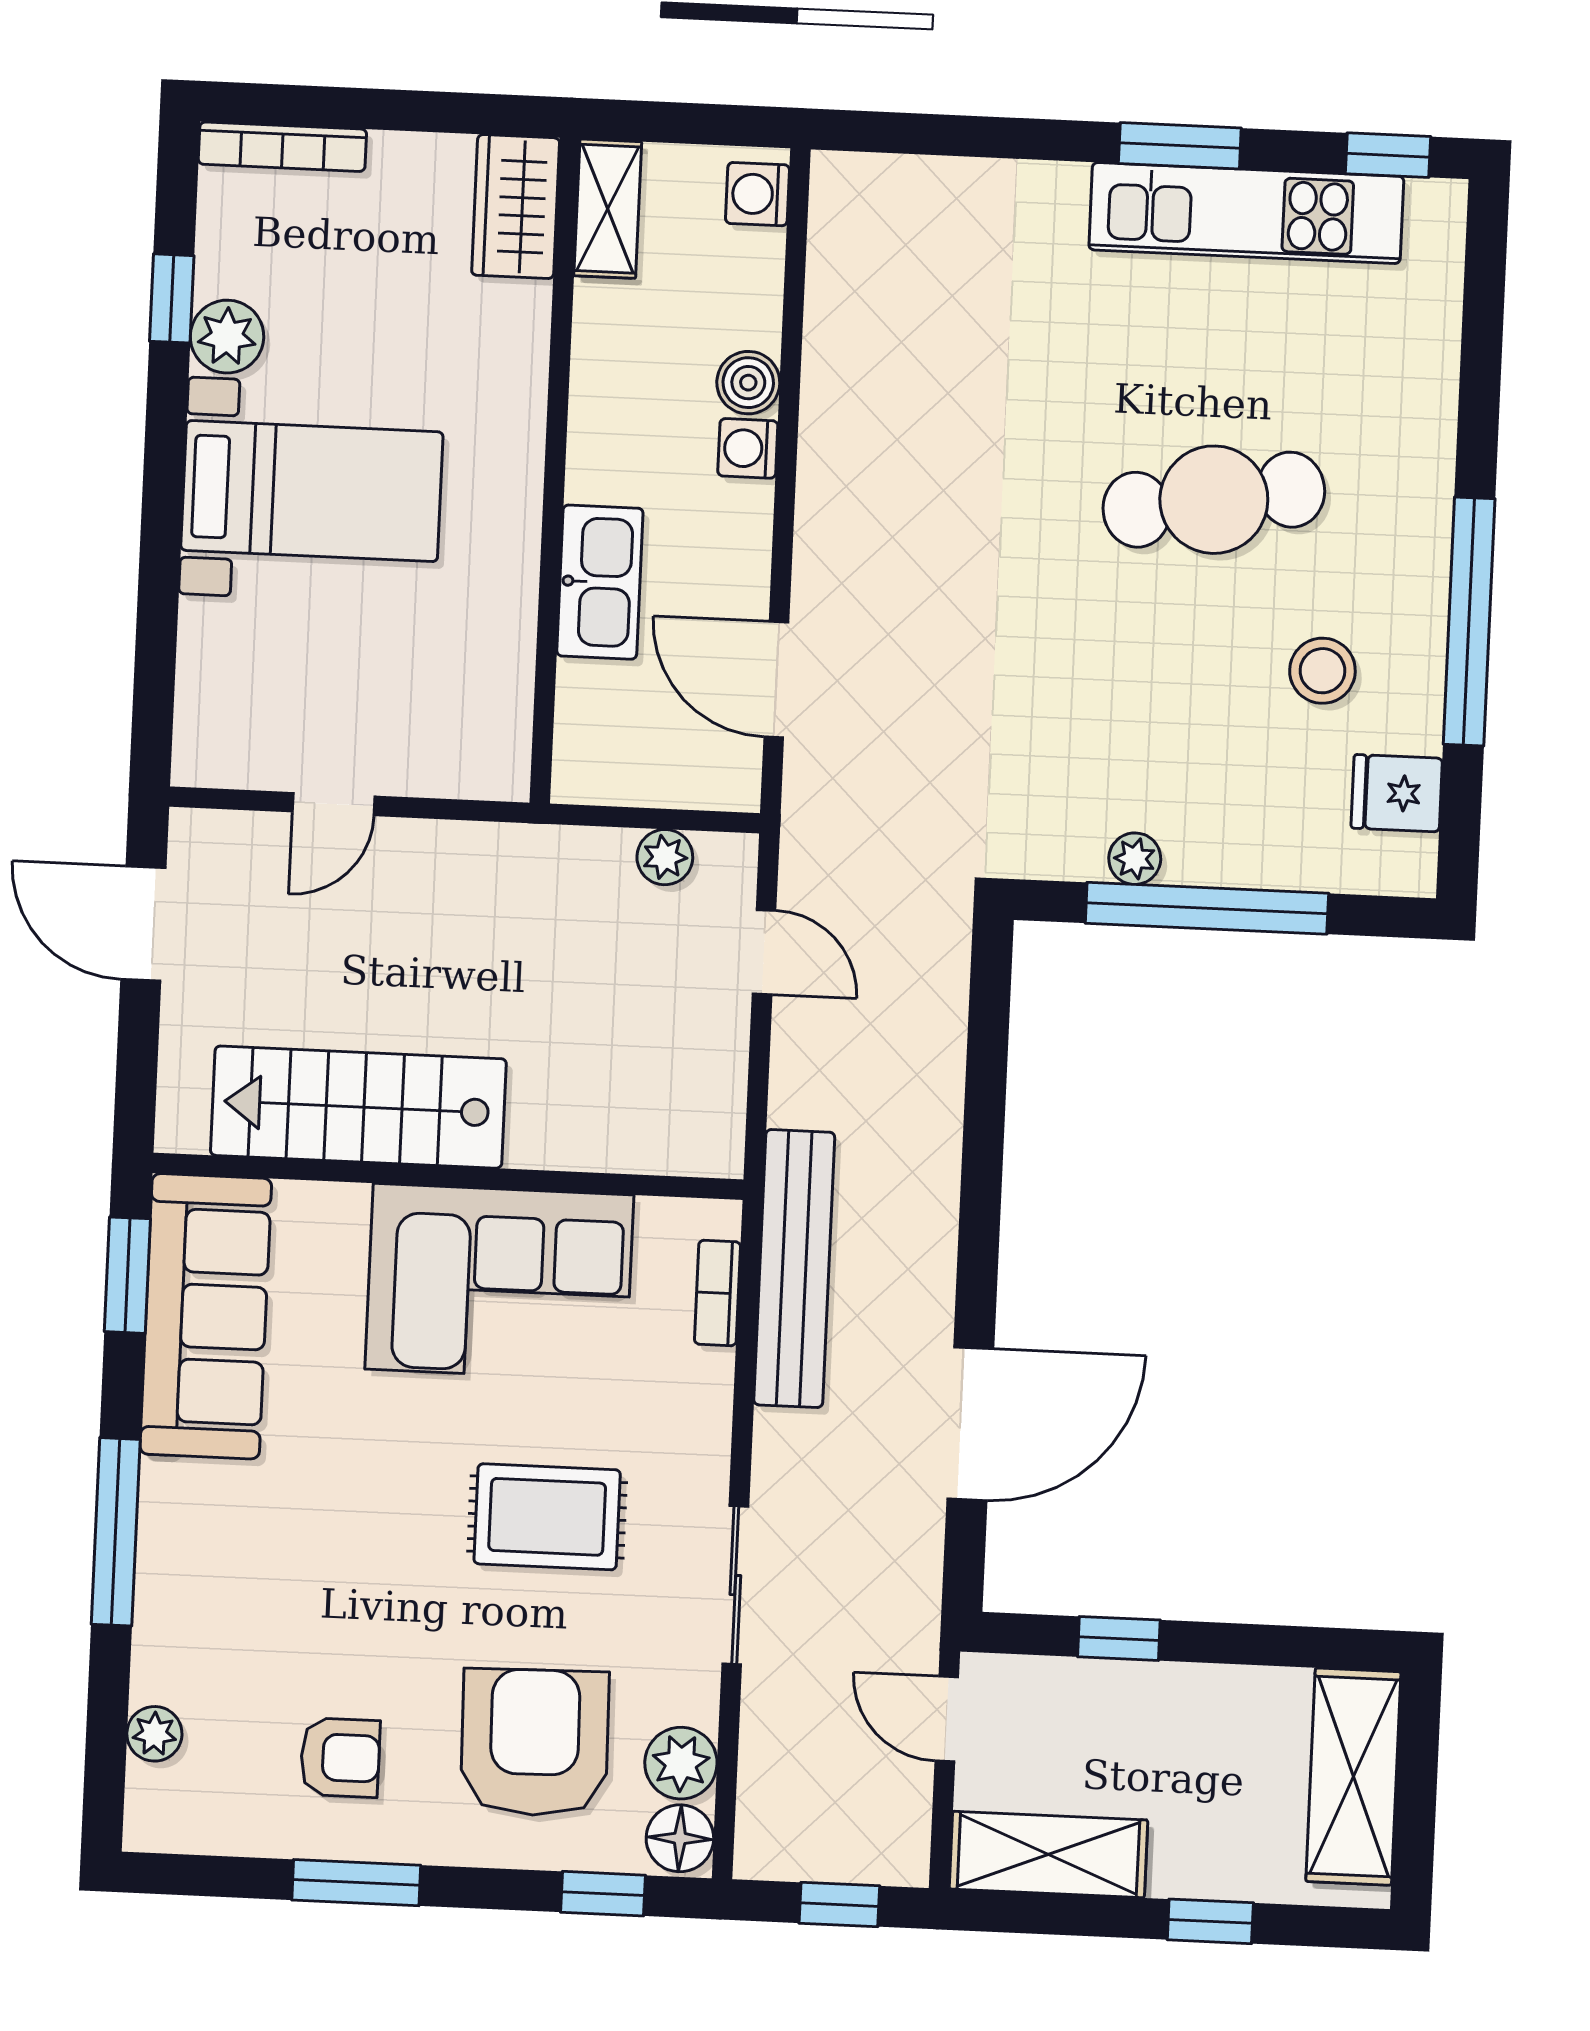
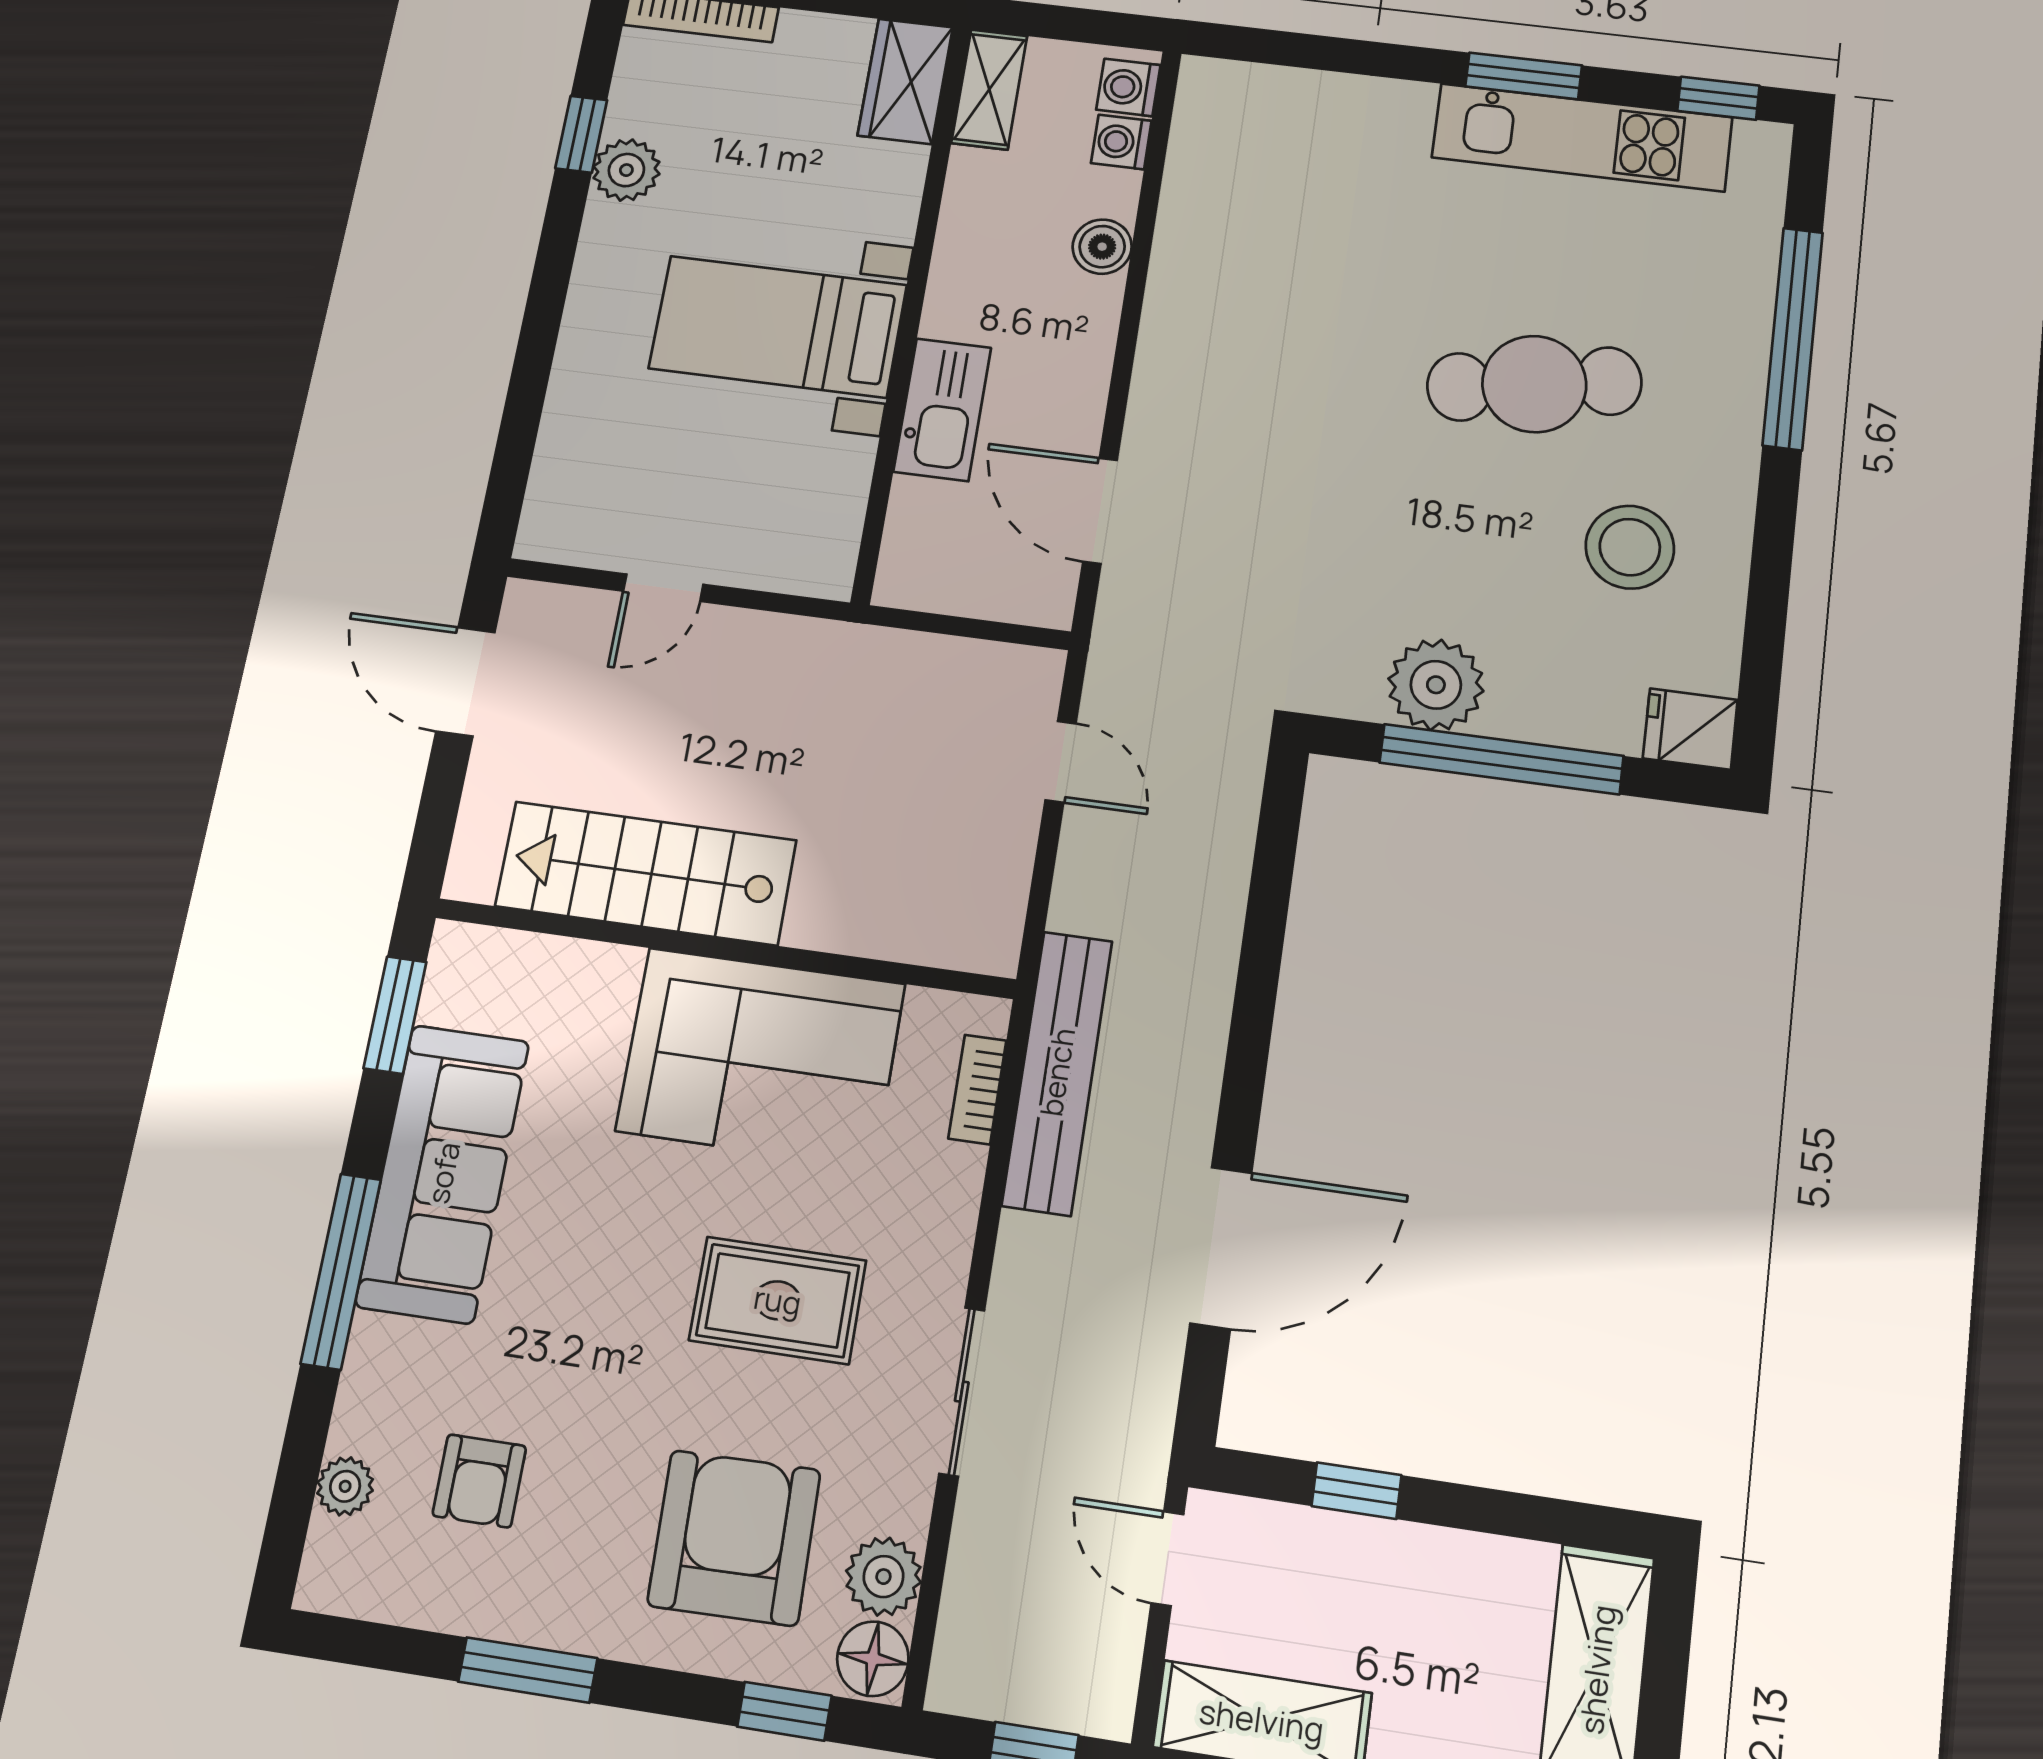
washing machine: (748, 448) -> (1121, 142), moved
bed with nightstands: (312, 491) -> (778, 327), moved, turned 180
window: (1469, 622) -> (1793, 338), moved
stool: (1322, 671) -> (1630, 547), width x1.38, depth x1.38
fridge: (1397, 793) -> (1690, 729), moved
plant: (665, 857) -> (974, 664), removed
plant: (1135, 859) -> (1436, 685), width x1.88, depth x1.88
sofa: (206, 1316) -> (443, 1173), moved
armchair: (340, 1758) -> (479, 1481), moved, turned 90

